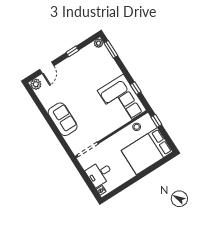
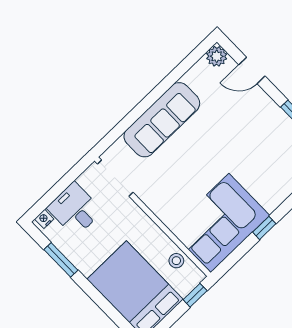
window: (136, 88) -> (264, 228), moved
sofa: (63, 119) -> (162, 120), width x1.36
window: (124, 186) -> (61, 260), added

